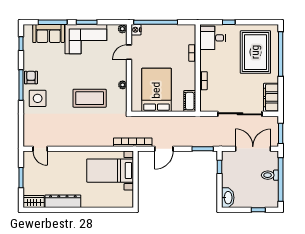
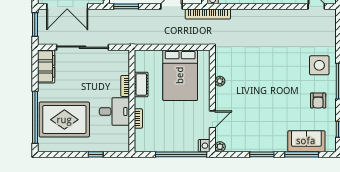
desk: (213, 38) -> (114, 112), moved
corner sofa: (86, 39) -> (263, 135), removed
rug: (255, 52) -> (64, 120), turned 90
armchair: (31, 77) -> (318, 100), moved
coffee table: (90, 98) -> (258, 66), removed
cot: (190, 101) -> (141, 84), moved

